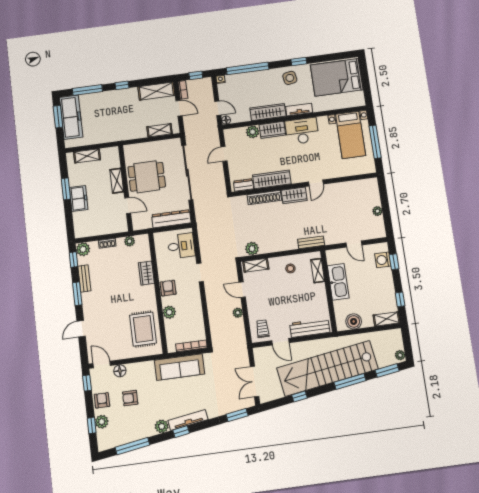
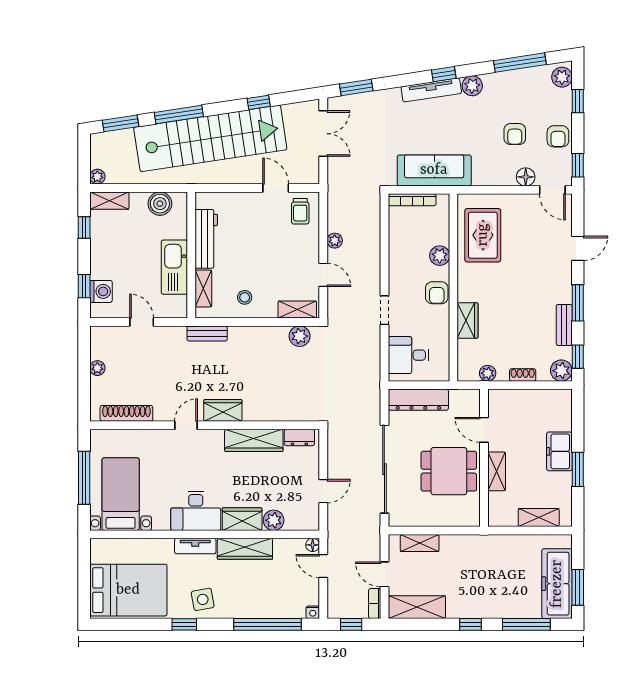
shoe rack: (264, 197) -> (126, 413), moved
workbench: (310, 328) -> (206, 239), moved, turned -90
plant: (400, 355) -> (97, 177), moved
armchair: (130, 398) -> (515, 134), turned 90
plant: (102, 422) -> (562, 77), moved

